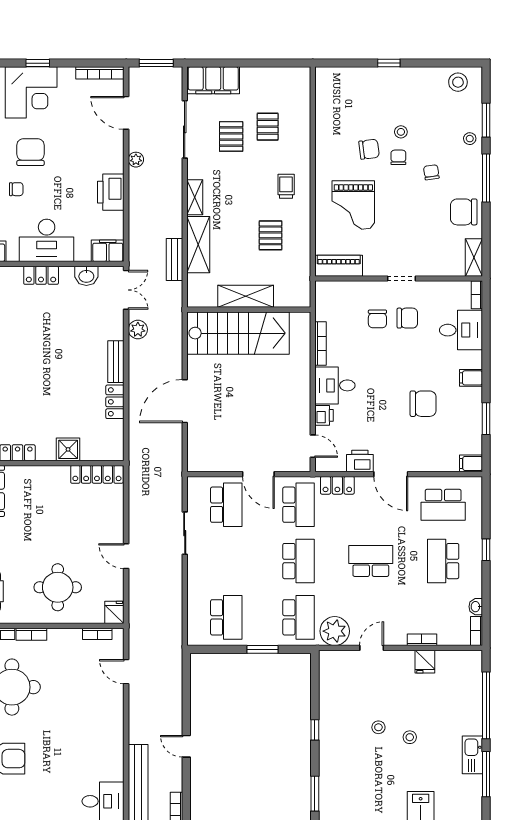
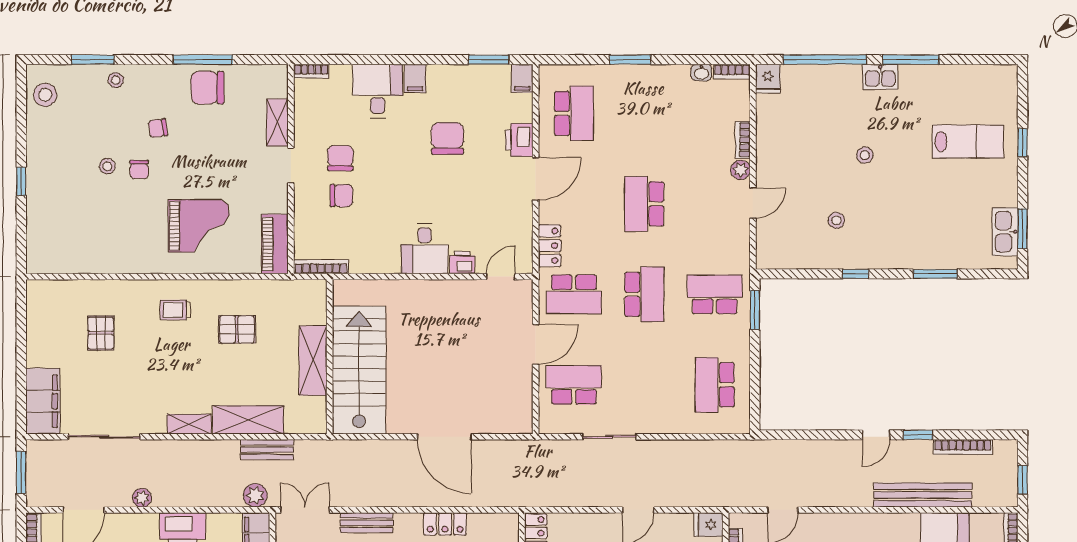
pallet: (268, 127) -> (101, 333), turned 90
pallet: (231, 136) -> (113, 379), removed
chair: (369, 149) -> (129, 206), removed
chair: (398, 157) -> (139, 169), turned -90
window: (486, 178) -> (203, 60), moved
chair: (464, 212) -> (207, 88), turned 90
shelving: (474, 257) -> (277, 122), moved, turned 90
plant: (138, 329) -> (255, 495), moved
desk: (461, 330) -> (378, 91), moved
bookcase: (321, 343) -> (321, 267), moved
bench: (116, 362) -> (367, 523), moved
window: (486, 419) -> (489, 60), moved
printer: (360, 461) -> (519, 140), moved
school desk: (299, 505) -> (574, 294), turned 180
window: (486, 550) -> (630, 60), width x1.50
school desk: (299, 561) -> (644, 294), turned 90
school desk: (443, 561) -> (644, 113), removed
school desk: (226, 617) -> (715, 385), turned -90
plant: (335, 631) -> (741, 170), moved, width x0.53, depth x0.53
door: (372, 648) -> (753, 203), swing flipped
window: (263, 649) -> (755, 310), moved
fridge: (425, 662) -> (768, 79), moved, turned 90
stool: (378, 727) -> (836, 220), moved
kitchen sink: (472, 755) -> (880, 77), width x0.73
window: (186, 780) -> (918, 435), added

